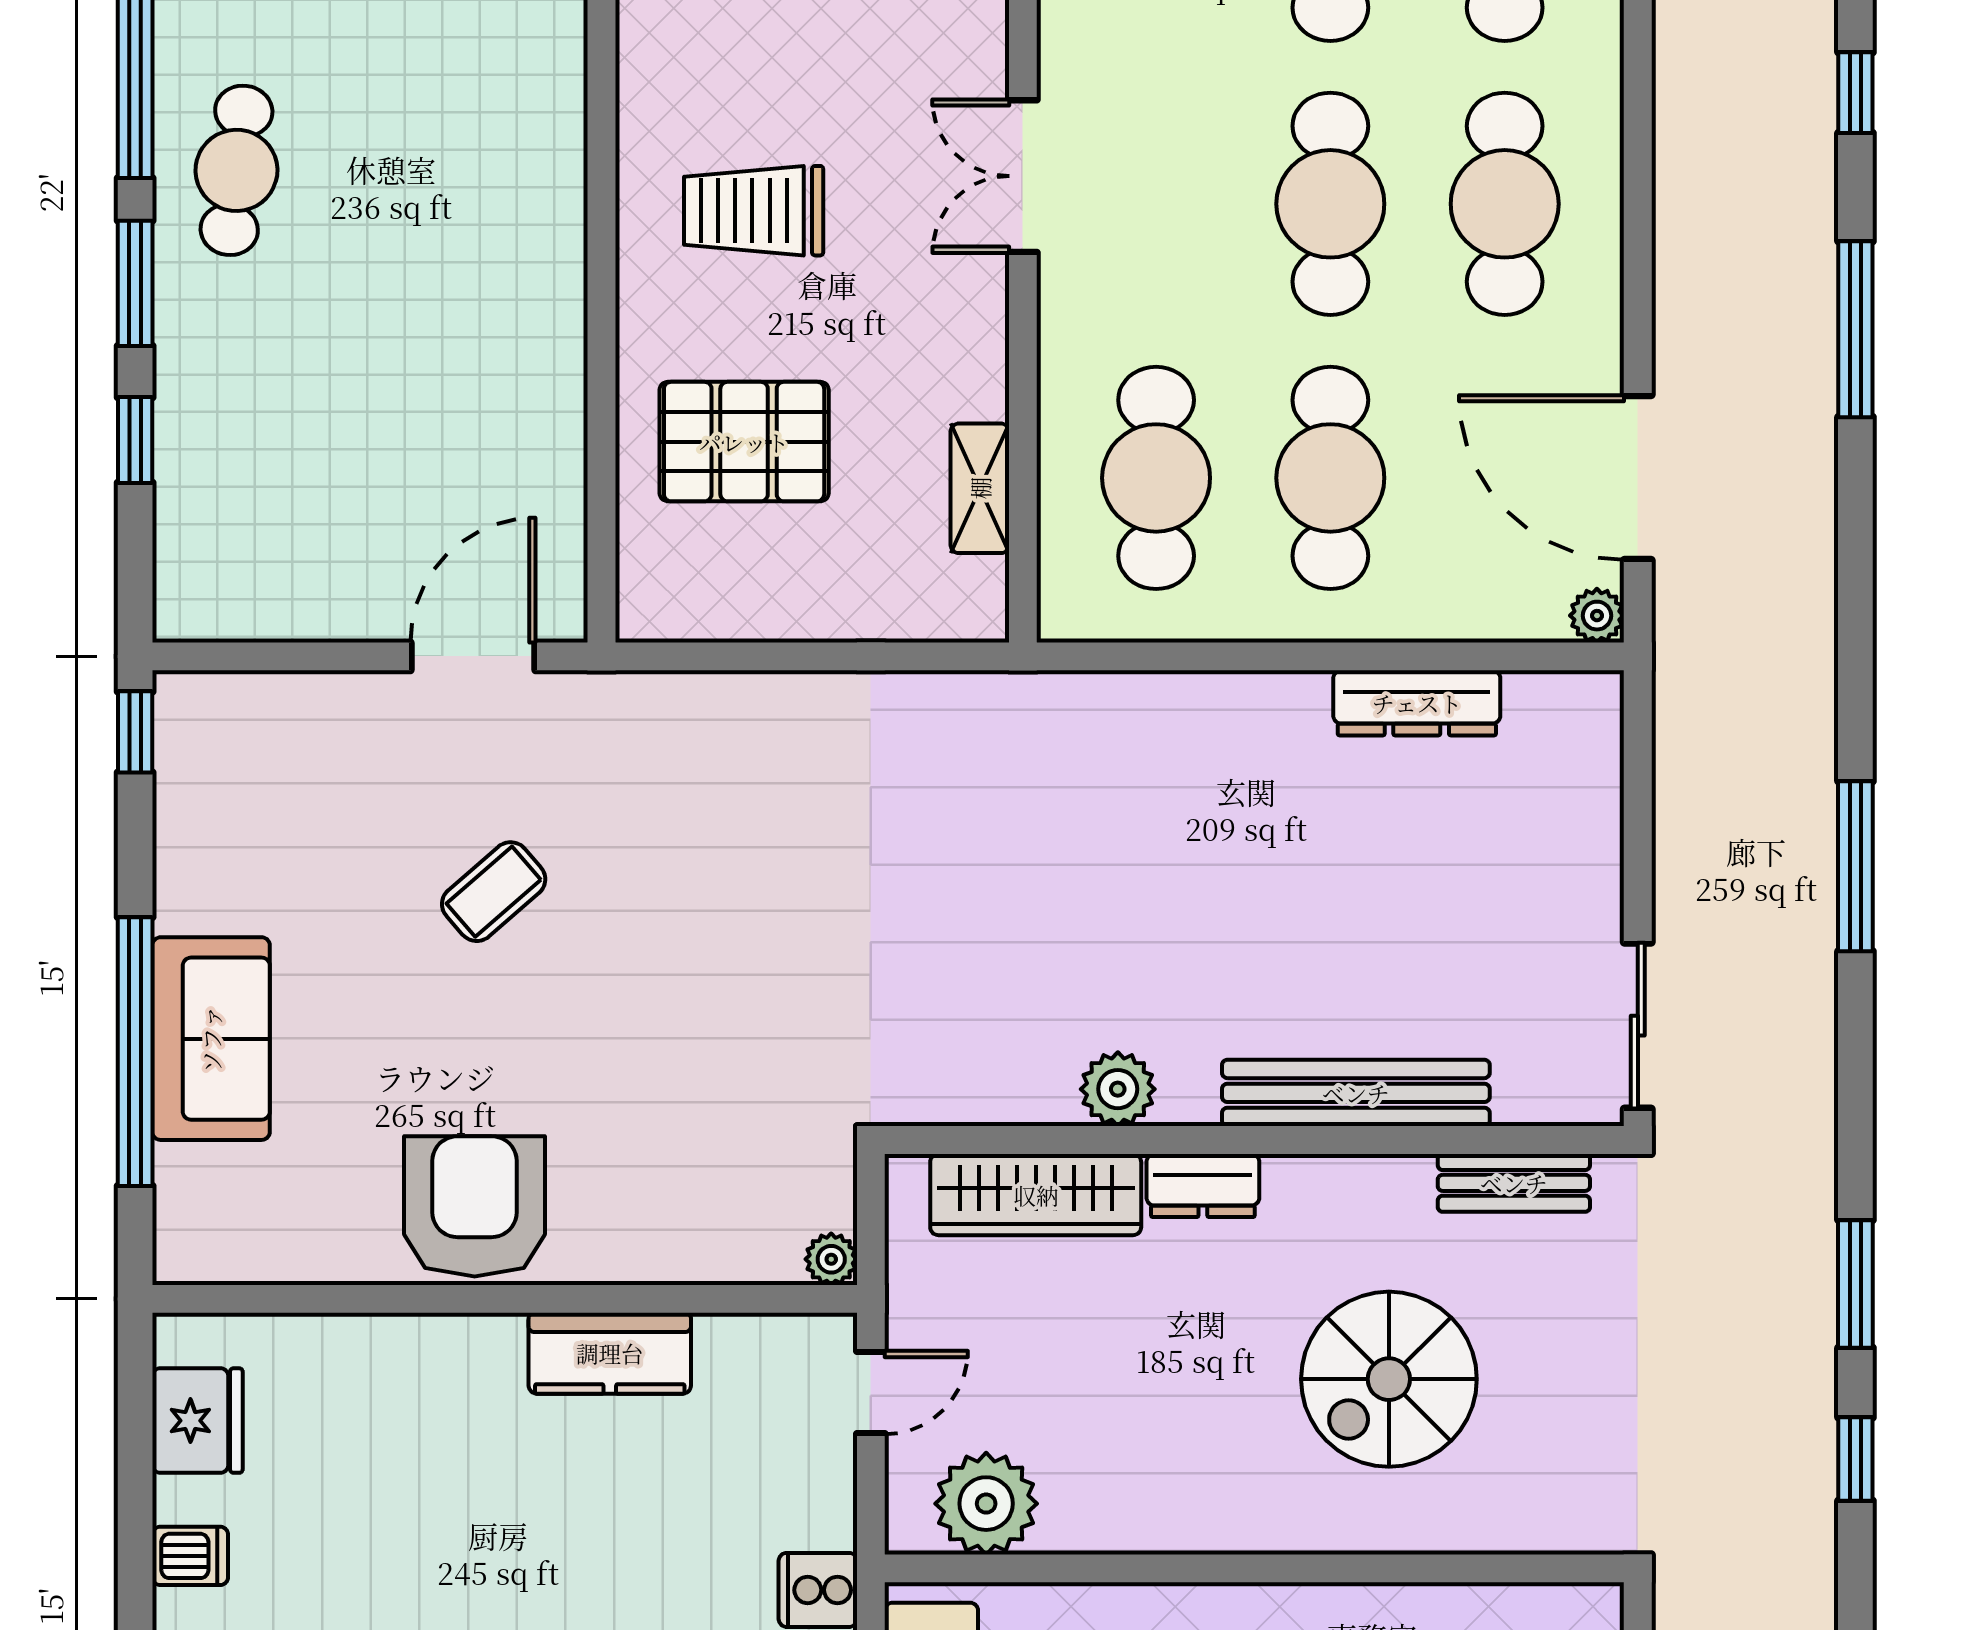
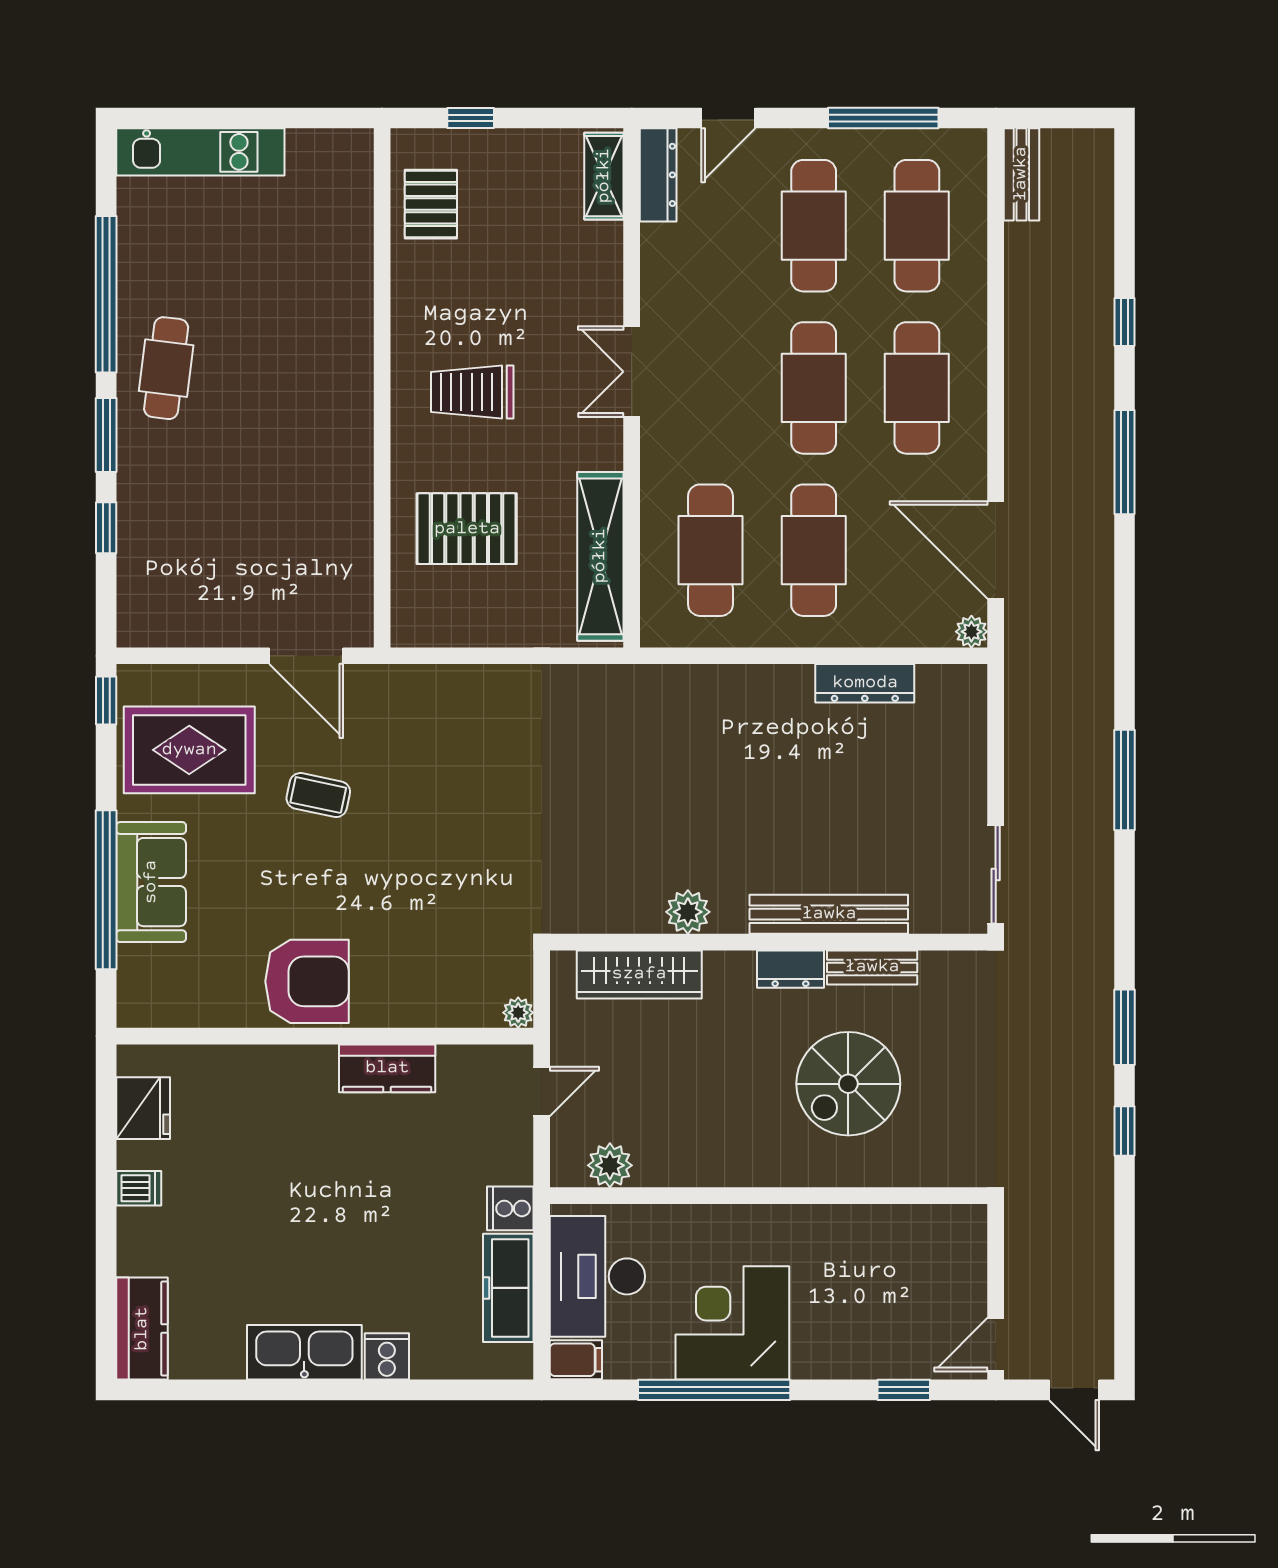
shelving: (980, 488) -> (600, 556), width x2.20, depth x1.33
door: (473, 656) -> (306, 656), swing flipped
rug: (276, 815) -> (189, 750), added
coffee table: (494, 892) -> (318, 795), turned 53
bench: (1514, 1183) -> (872, 967), moved
dresser: (1203, 1185) -> (790, 969), moved
armchair: (475, 1206) -> (307, 981), turned 90
plant: (986, 1504) -> (610, 1165), width x0.73, depth x0.73

